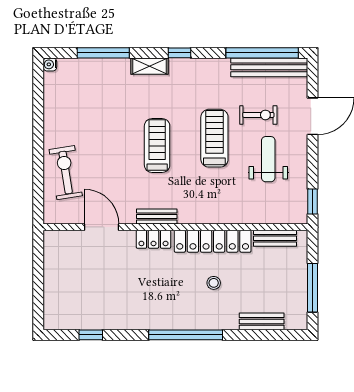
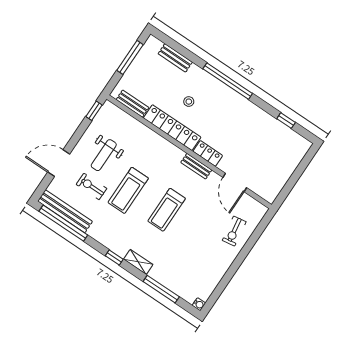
exercise bike: (66, 173) -> (234, 231), width x0.73, depth x0.72

